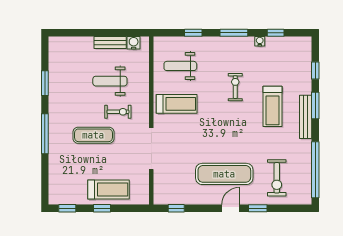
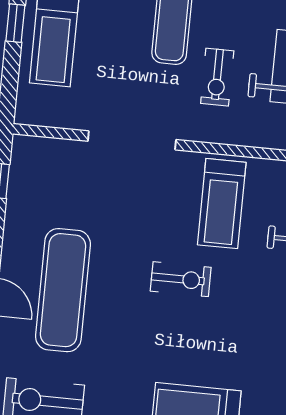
exercise bike: (235, 87) -> (181, 279), moved

